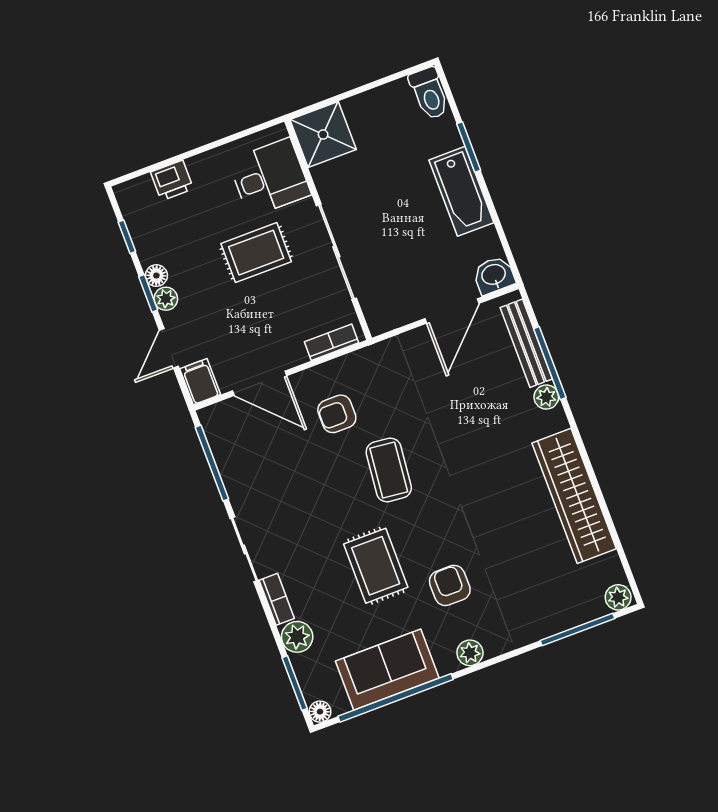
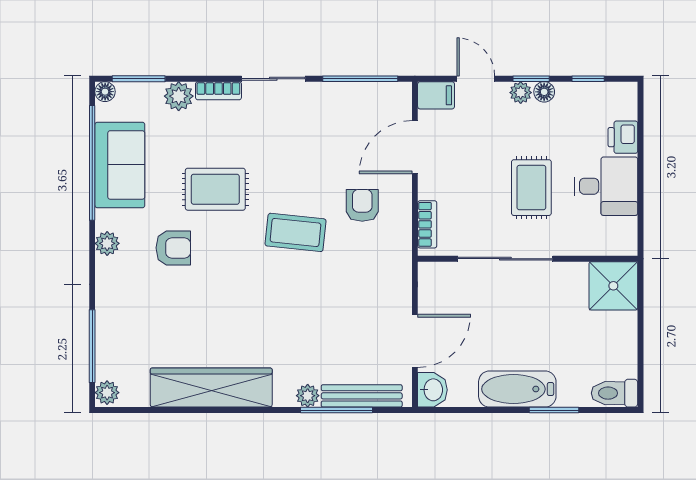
desk: (269, 177) -> (606, 186), moved, turned -90
door: (452, 311) -> (415, 341), swing flipped

